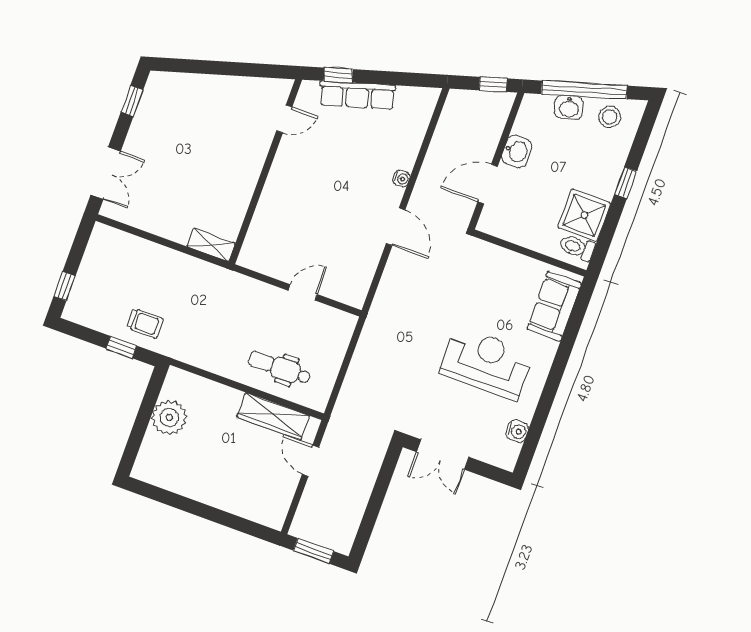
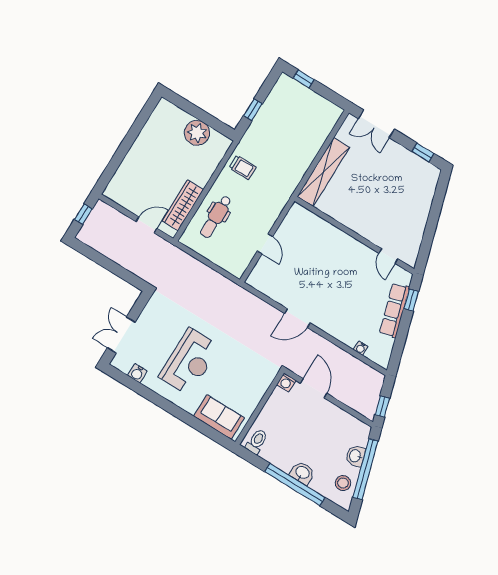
washbasin: (517, 151) -> (302, 473), moved, turned 180
water cooler: (402, 179) -> (361, 348), moved
window: (626, 183) -> (295, 485), width x3.17
shower: (584, 215) -> (278, 451), removed
washing machine: (487, 224) -> (286, 382), added
shelving: (211, 245) -> (323, 172), width x2.20, depth x1.33
trolley: (145, 323) -> (243, 167), moved, turned -90
dental chair: (279, 368) -> (216, 217), turned 180
double door: (443, 454) -> (121, 335), moved
window: (314, 551) -> (83, 214), width x0.67

